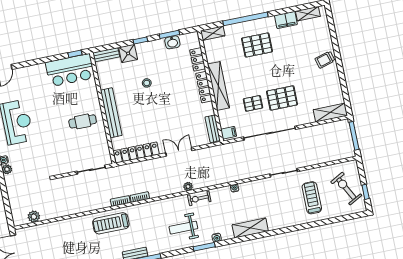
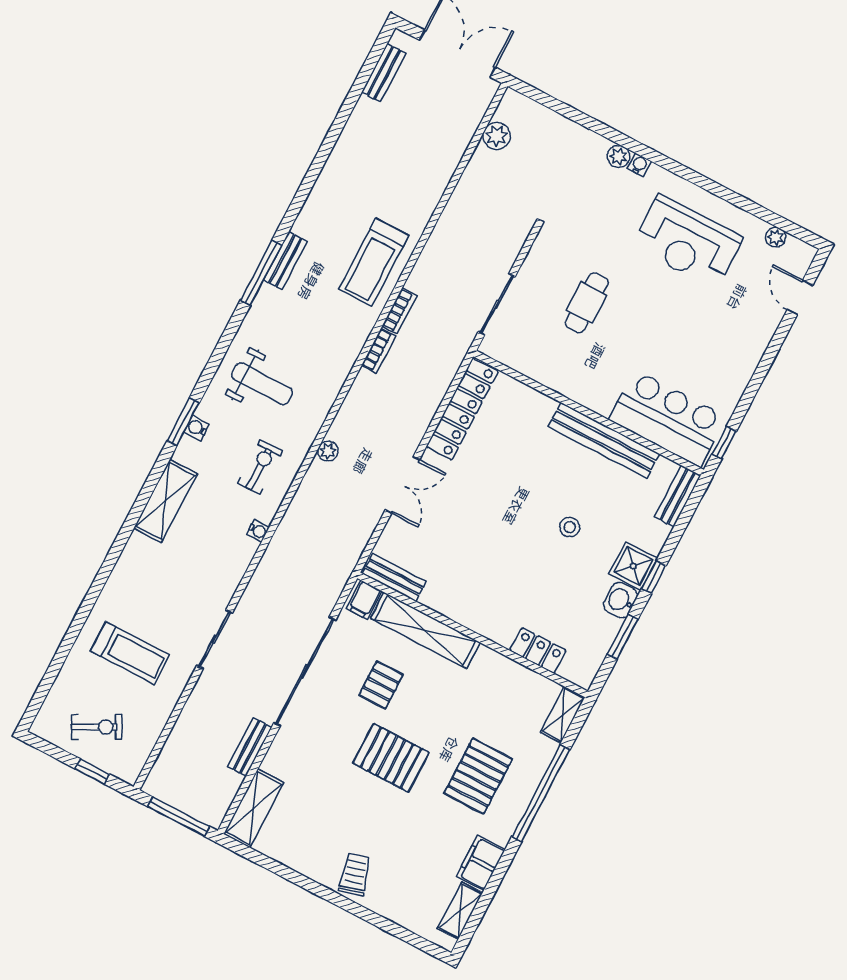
washbasin: (172, 42) -> (620, 600), moved
shower: (128, 53) -> (633, 566), moved
bar counter: (70, 70) -> (668, 418), moved, turned 90
shelving: (218, 86) -> (425, 630), moved
locker: (204, 87) -> (480, 622), removed
pallet: (282, 98) -> (391, 758), moved, turned 90
bench: (111, 113) -> (604, 440), moved
cafe table: (83, 121) -> (587, 303), moved
bench: (311, 131) -> (250, 747), added
exercise bike: (346, 189) -> (97, 727), width x0.73, depth x0.72
window: (366, 192) -> (92, 771), moved
exercise bike: (199, 198) -> (260, 467), moved
treadmill: (111, 223) -> (374, 262), turned 180
weight bench: (183, 228) -> (262, 384), turned 90
window: (204, 247) -> (183, 422), moved

